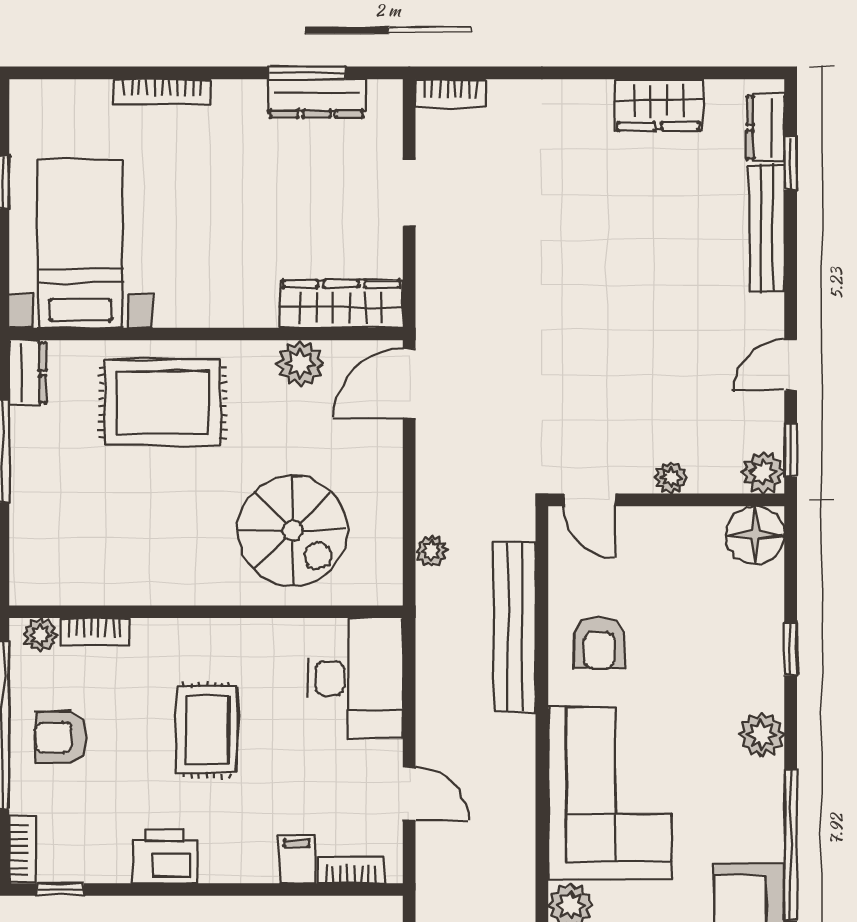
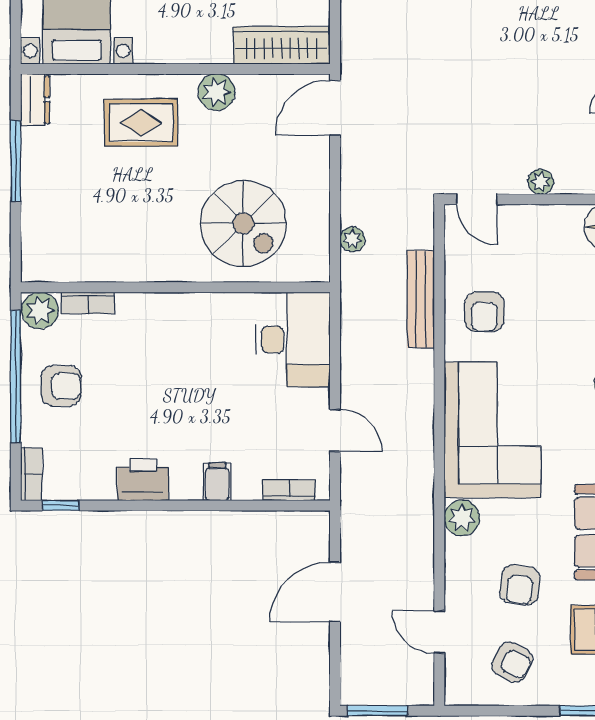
plant: (300, 363) -> (216, 92), moved
rug: (162, 402) -> (141, 123), width x0.73, depth x0.70
bench: (515, 627) -> (421, 299), width x0.73, depth x0.82
plant: (40, 635) -> (40, 310), width x1.38, depth x1.38
rug: (207, 730) -> (176, 380), removed
armchair: (61, 737) -> (61, 386), turned 180
filing cabinet: (297, 860) -> (217, 482), moved

